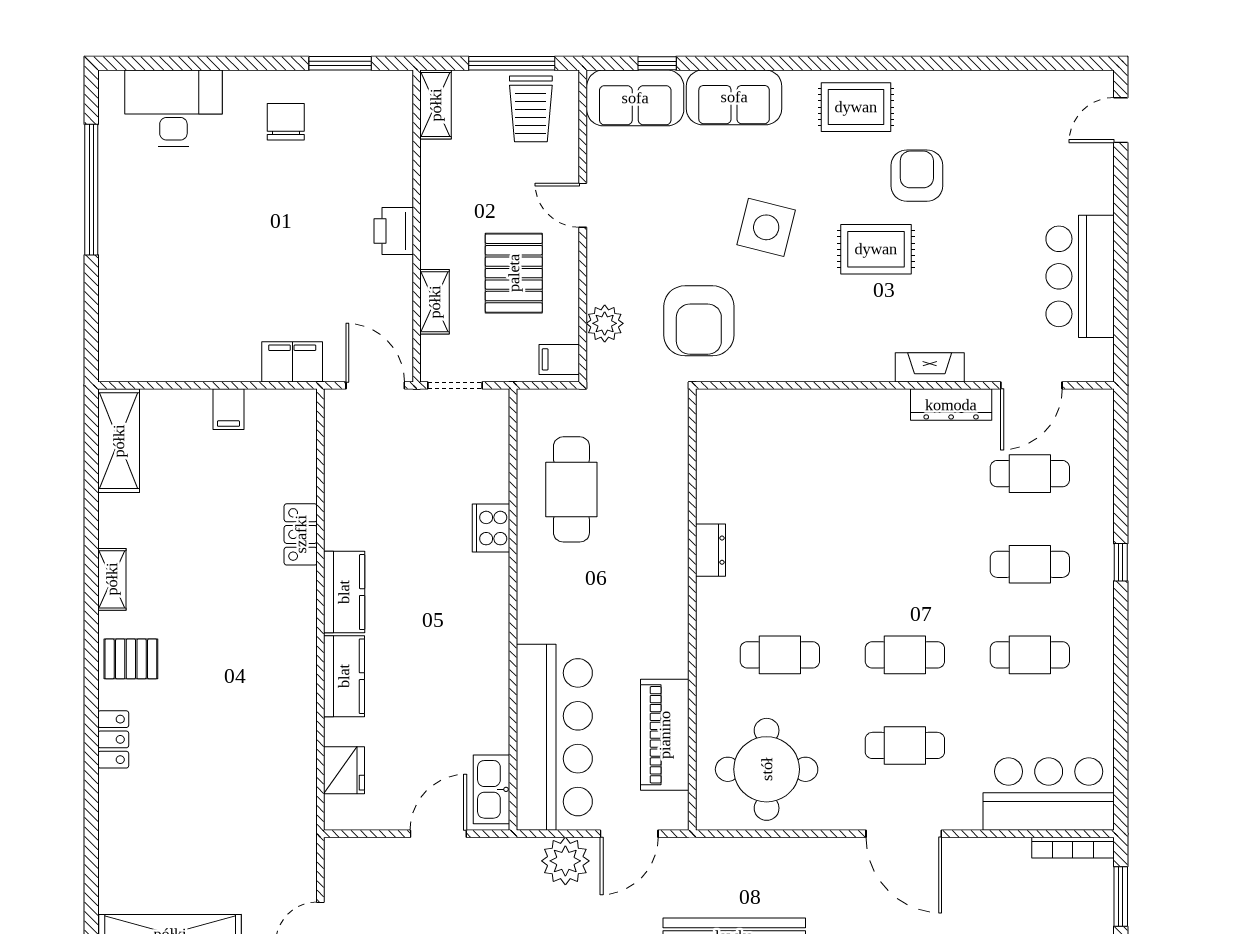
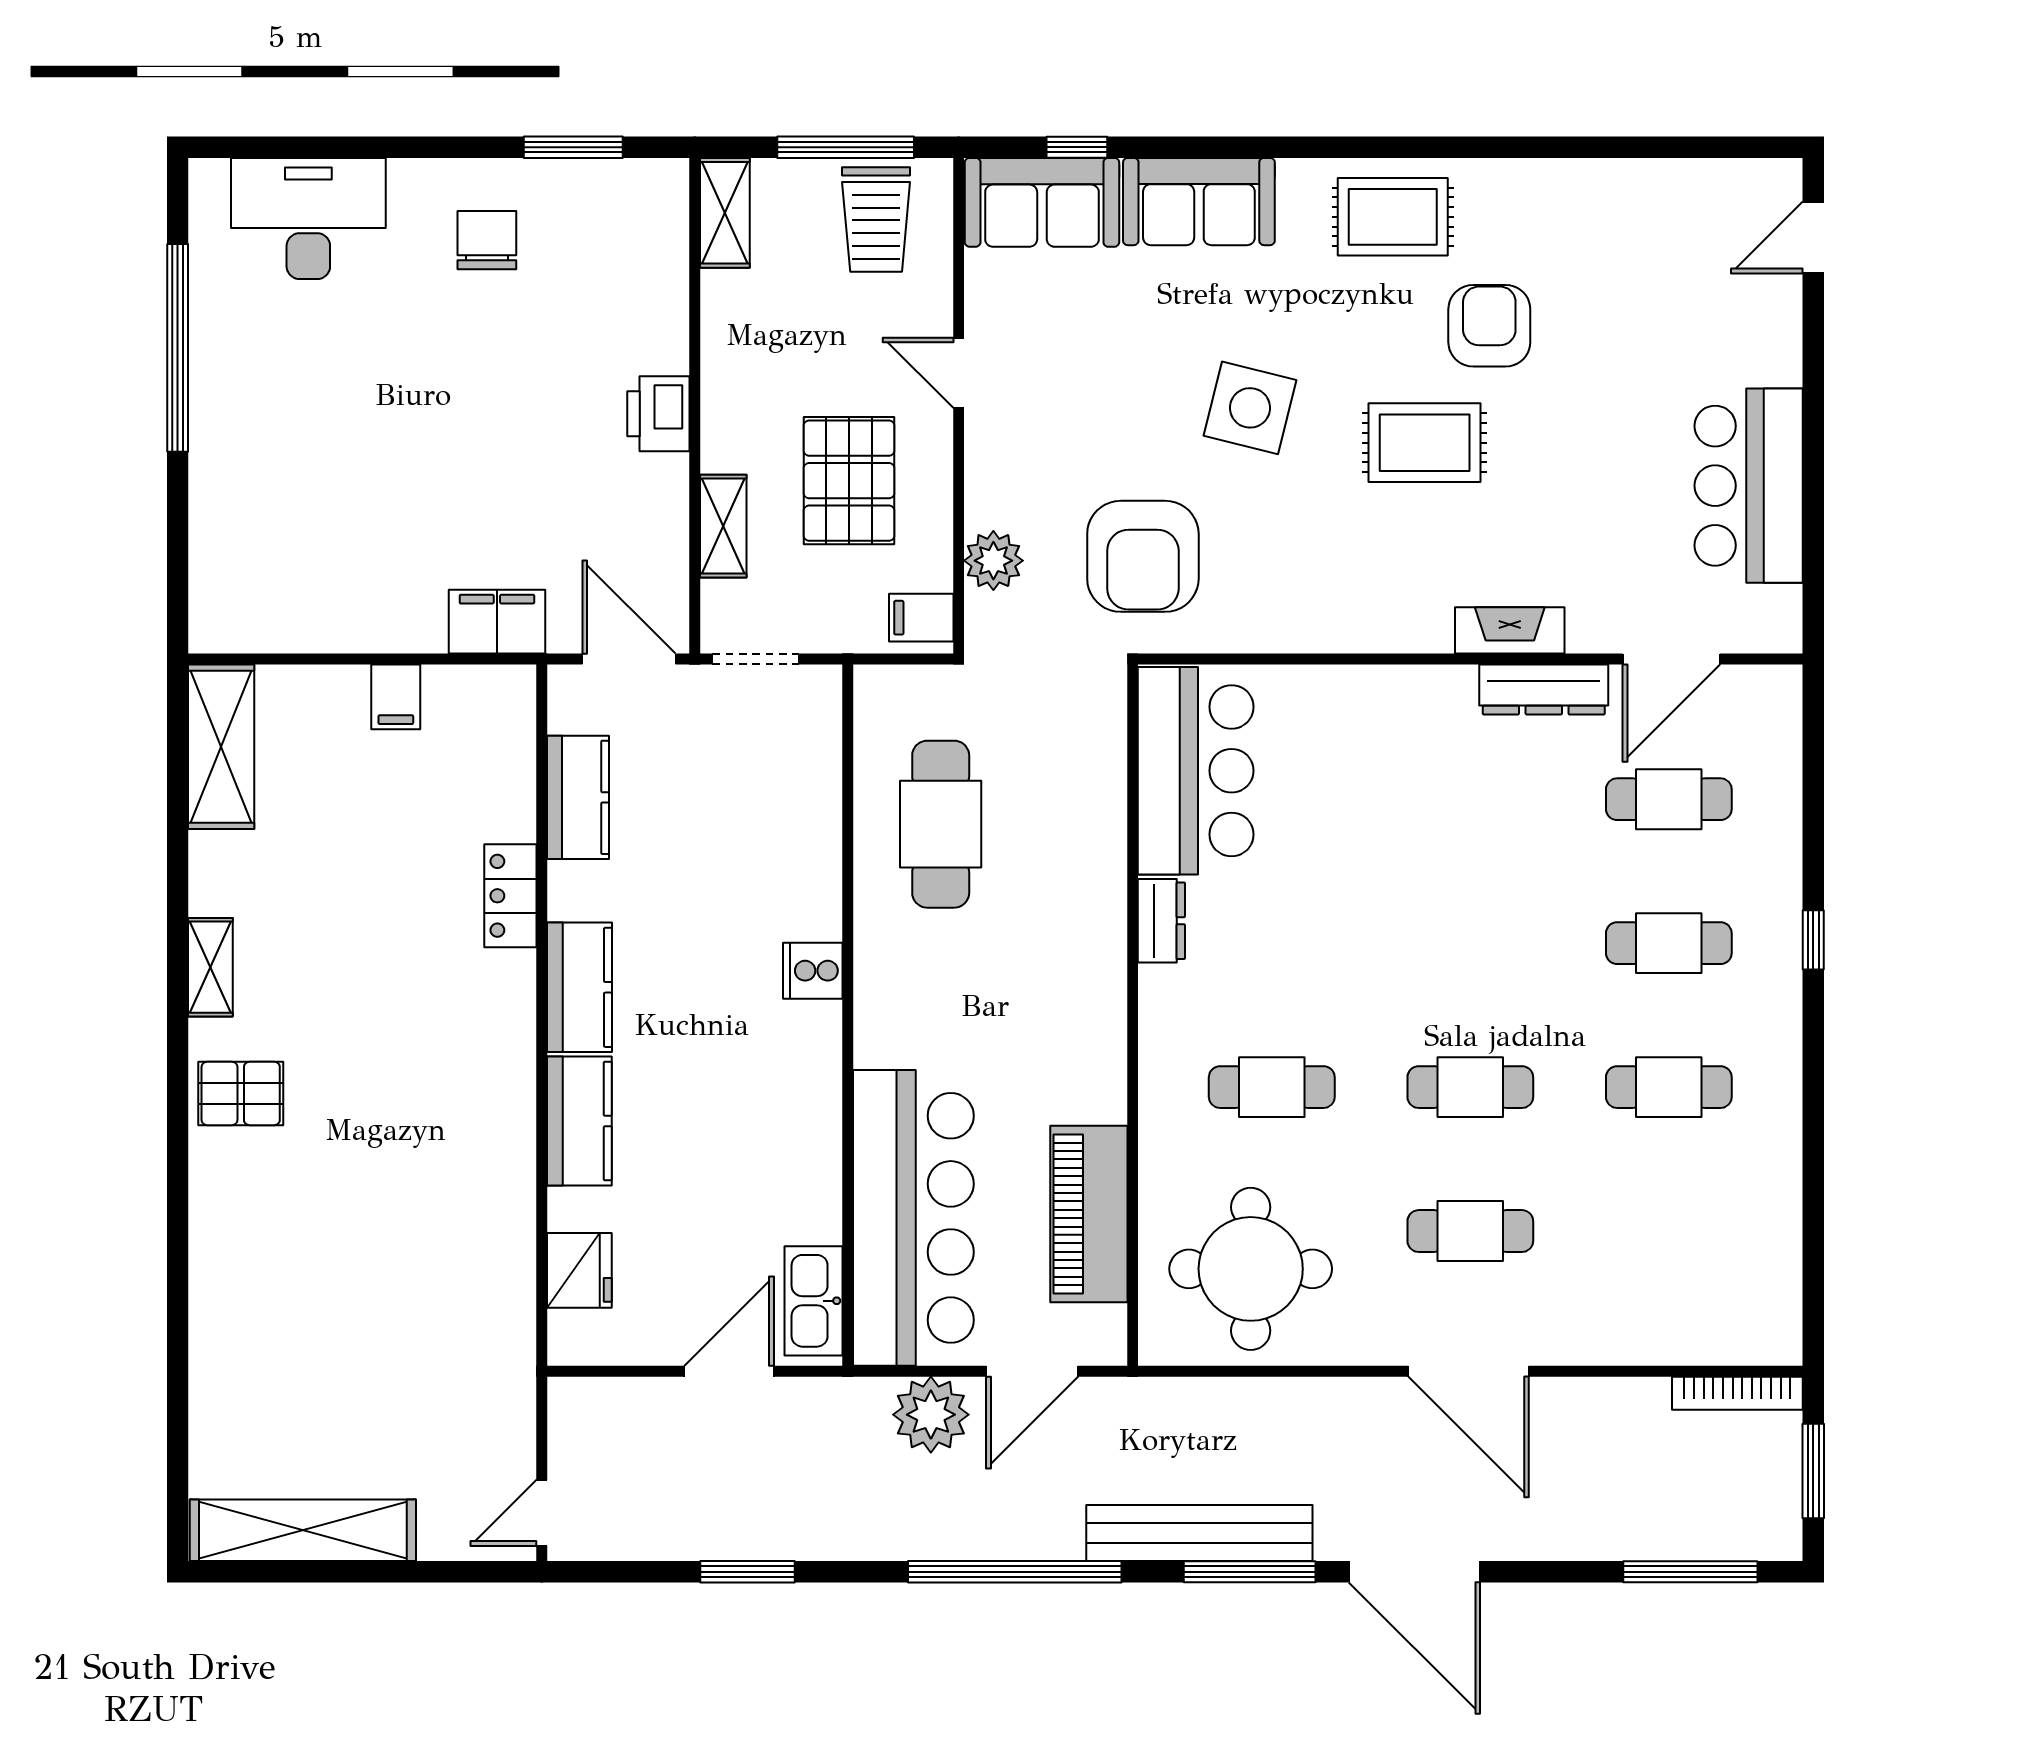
kitchen counter: (343, 472) -> (578, 797), added
cooker: (491, 528) -> (813, 971), moved, width x0.73
locker: (113, 739) -> (213, 1221), removed
bar counter: (1049, 794) -> (1196, 771), moved, turned 90

